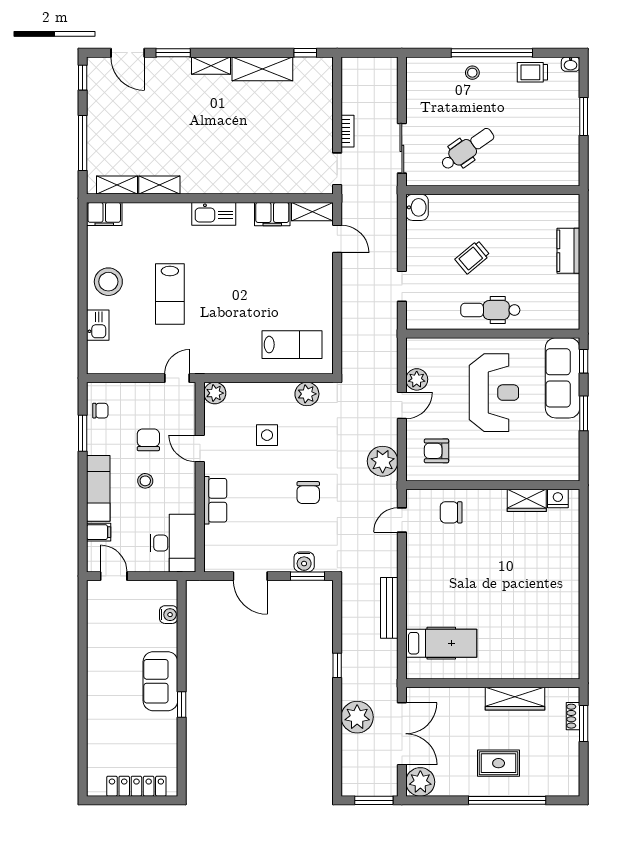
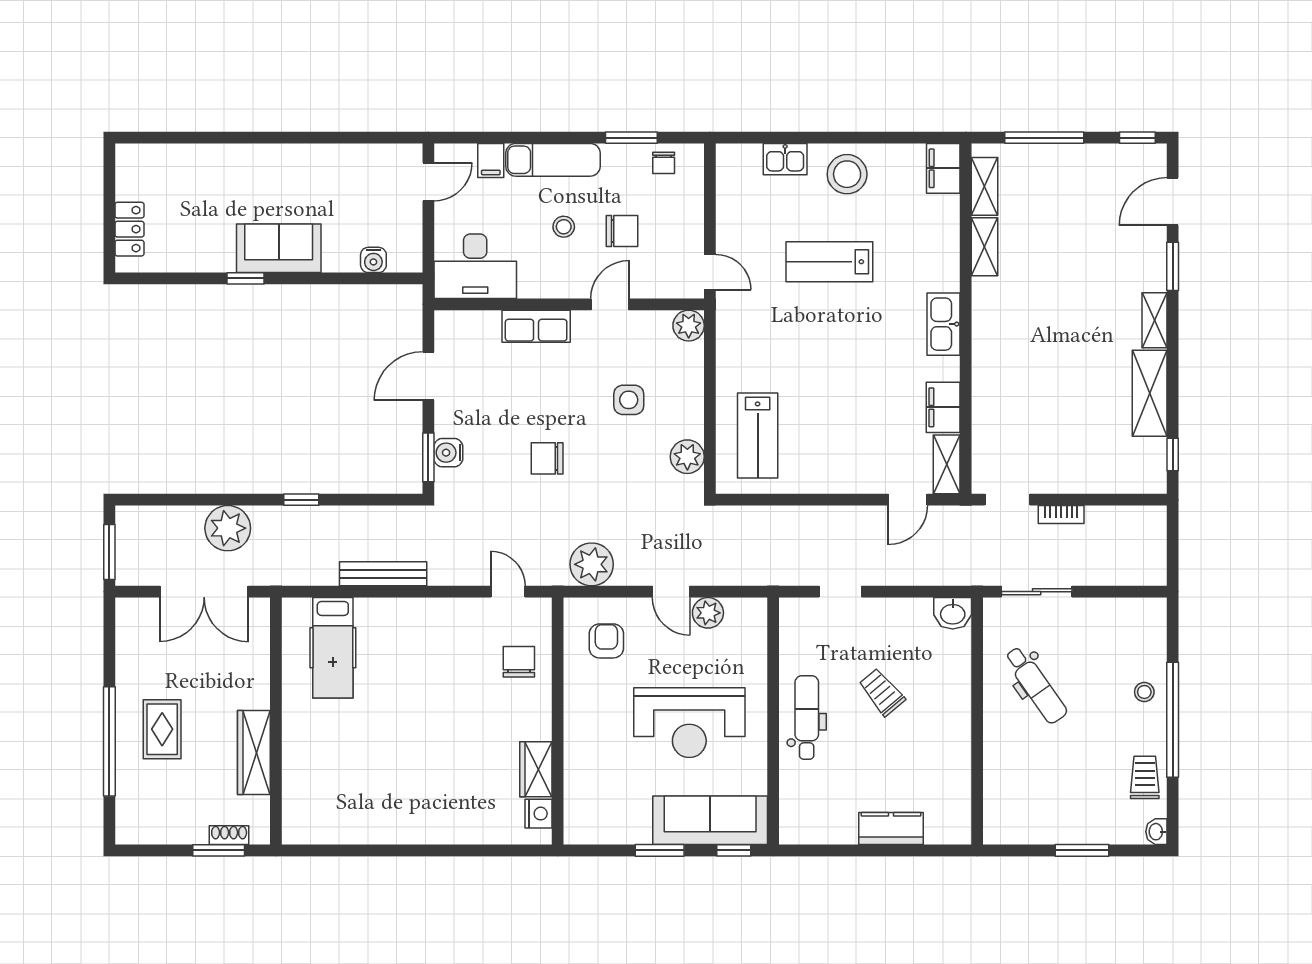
plant: (420, 782) -> (135, 618), removed
locker: (136, 786) -> (129, 229), width x0.66

